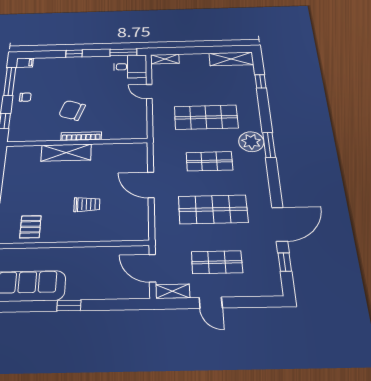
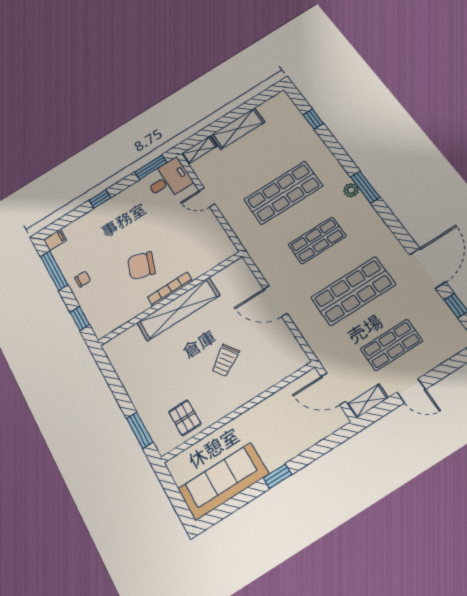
shelving: (231, 59) -> (238, 129), moved
plant: (251, 142) -> (351, 190), width x0.53, depth x0.53
shelving: (66, 153) -> (178, 309), width x1.47
trolley: (87, 204) -> (225, 360), turned 146

